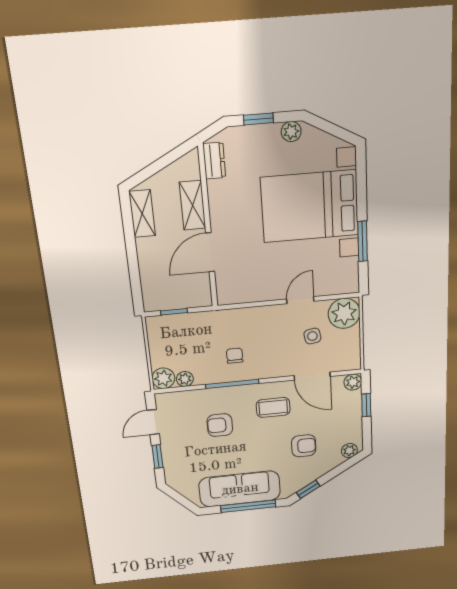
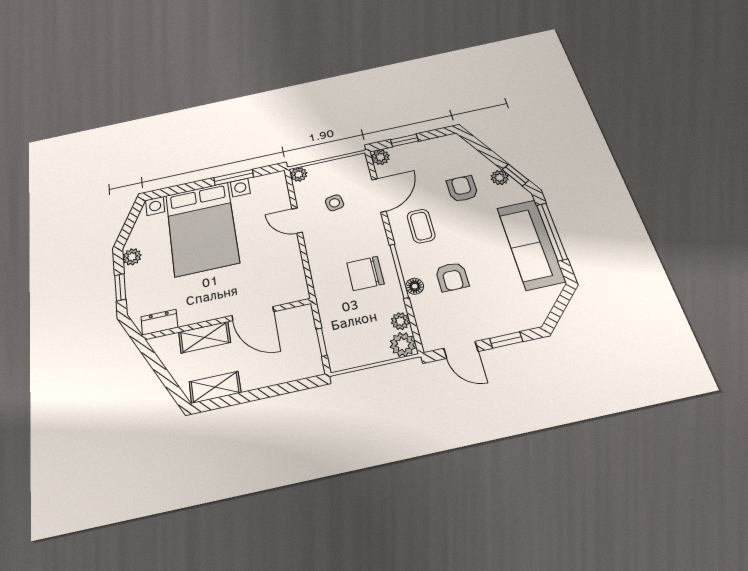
plant: (344, 313) -> (299, 174), width x0.53, depth x0.53
chair: (235, 356) -> (365, 273), width x1.87, depth x1.87
floor lamp: (216, 395) -> (415, 286), added
plant: (349, 451) -> (500, 178), moved

